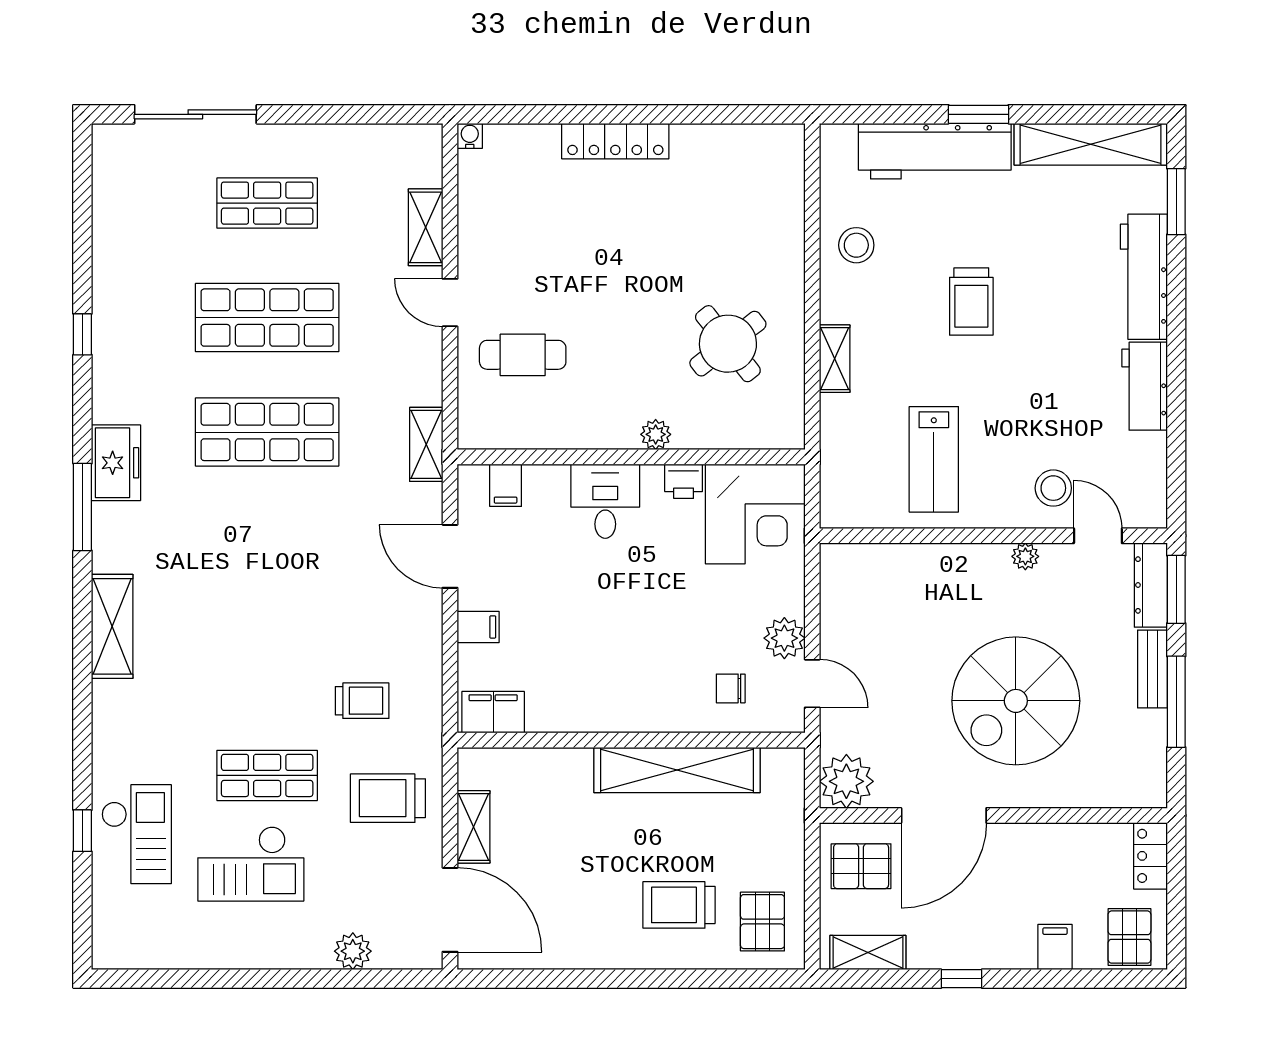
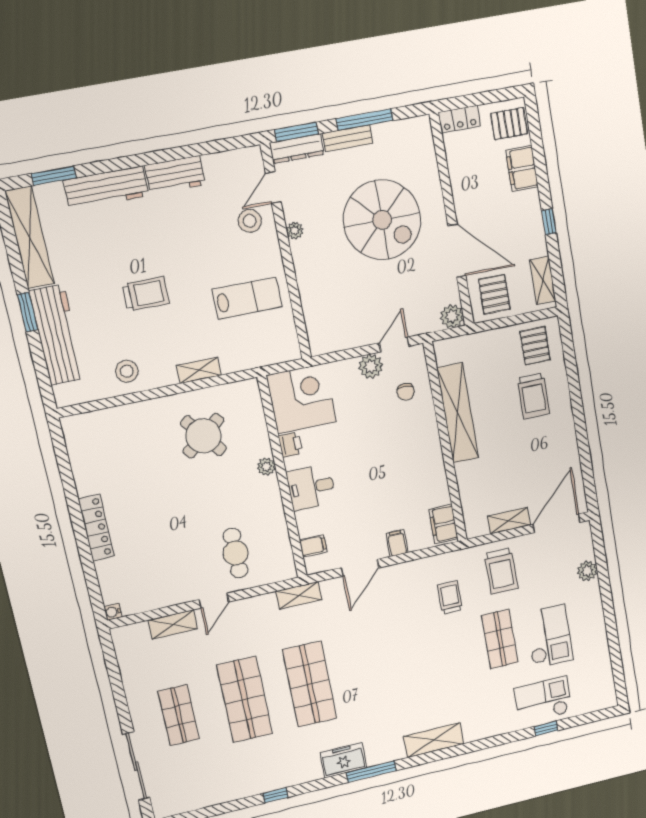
plant: (846, 781) -> (452, 316), width x0.73, depth x0.73
pallet: (762, 922) -> (535, 346), turned 90
filing cabinet: (1055, 947) -> (522, 168), width x2.00

